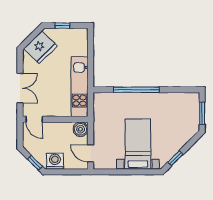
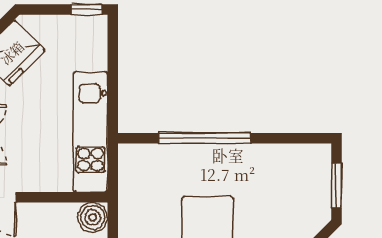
window: (63, 26) -> (87, 10), moved

